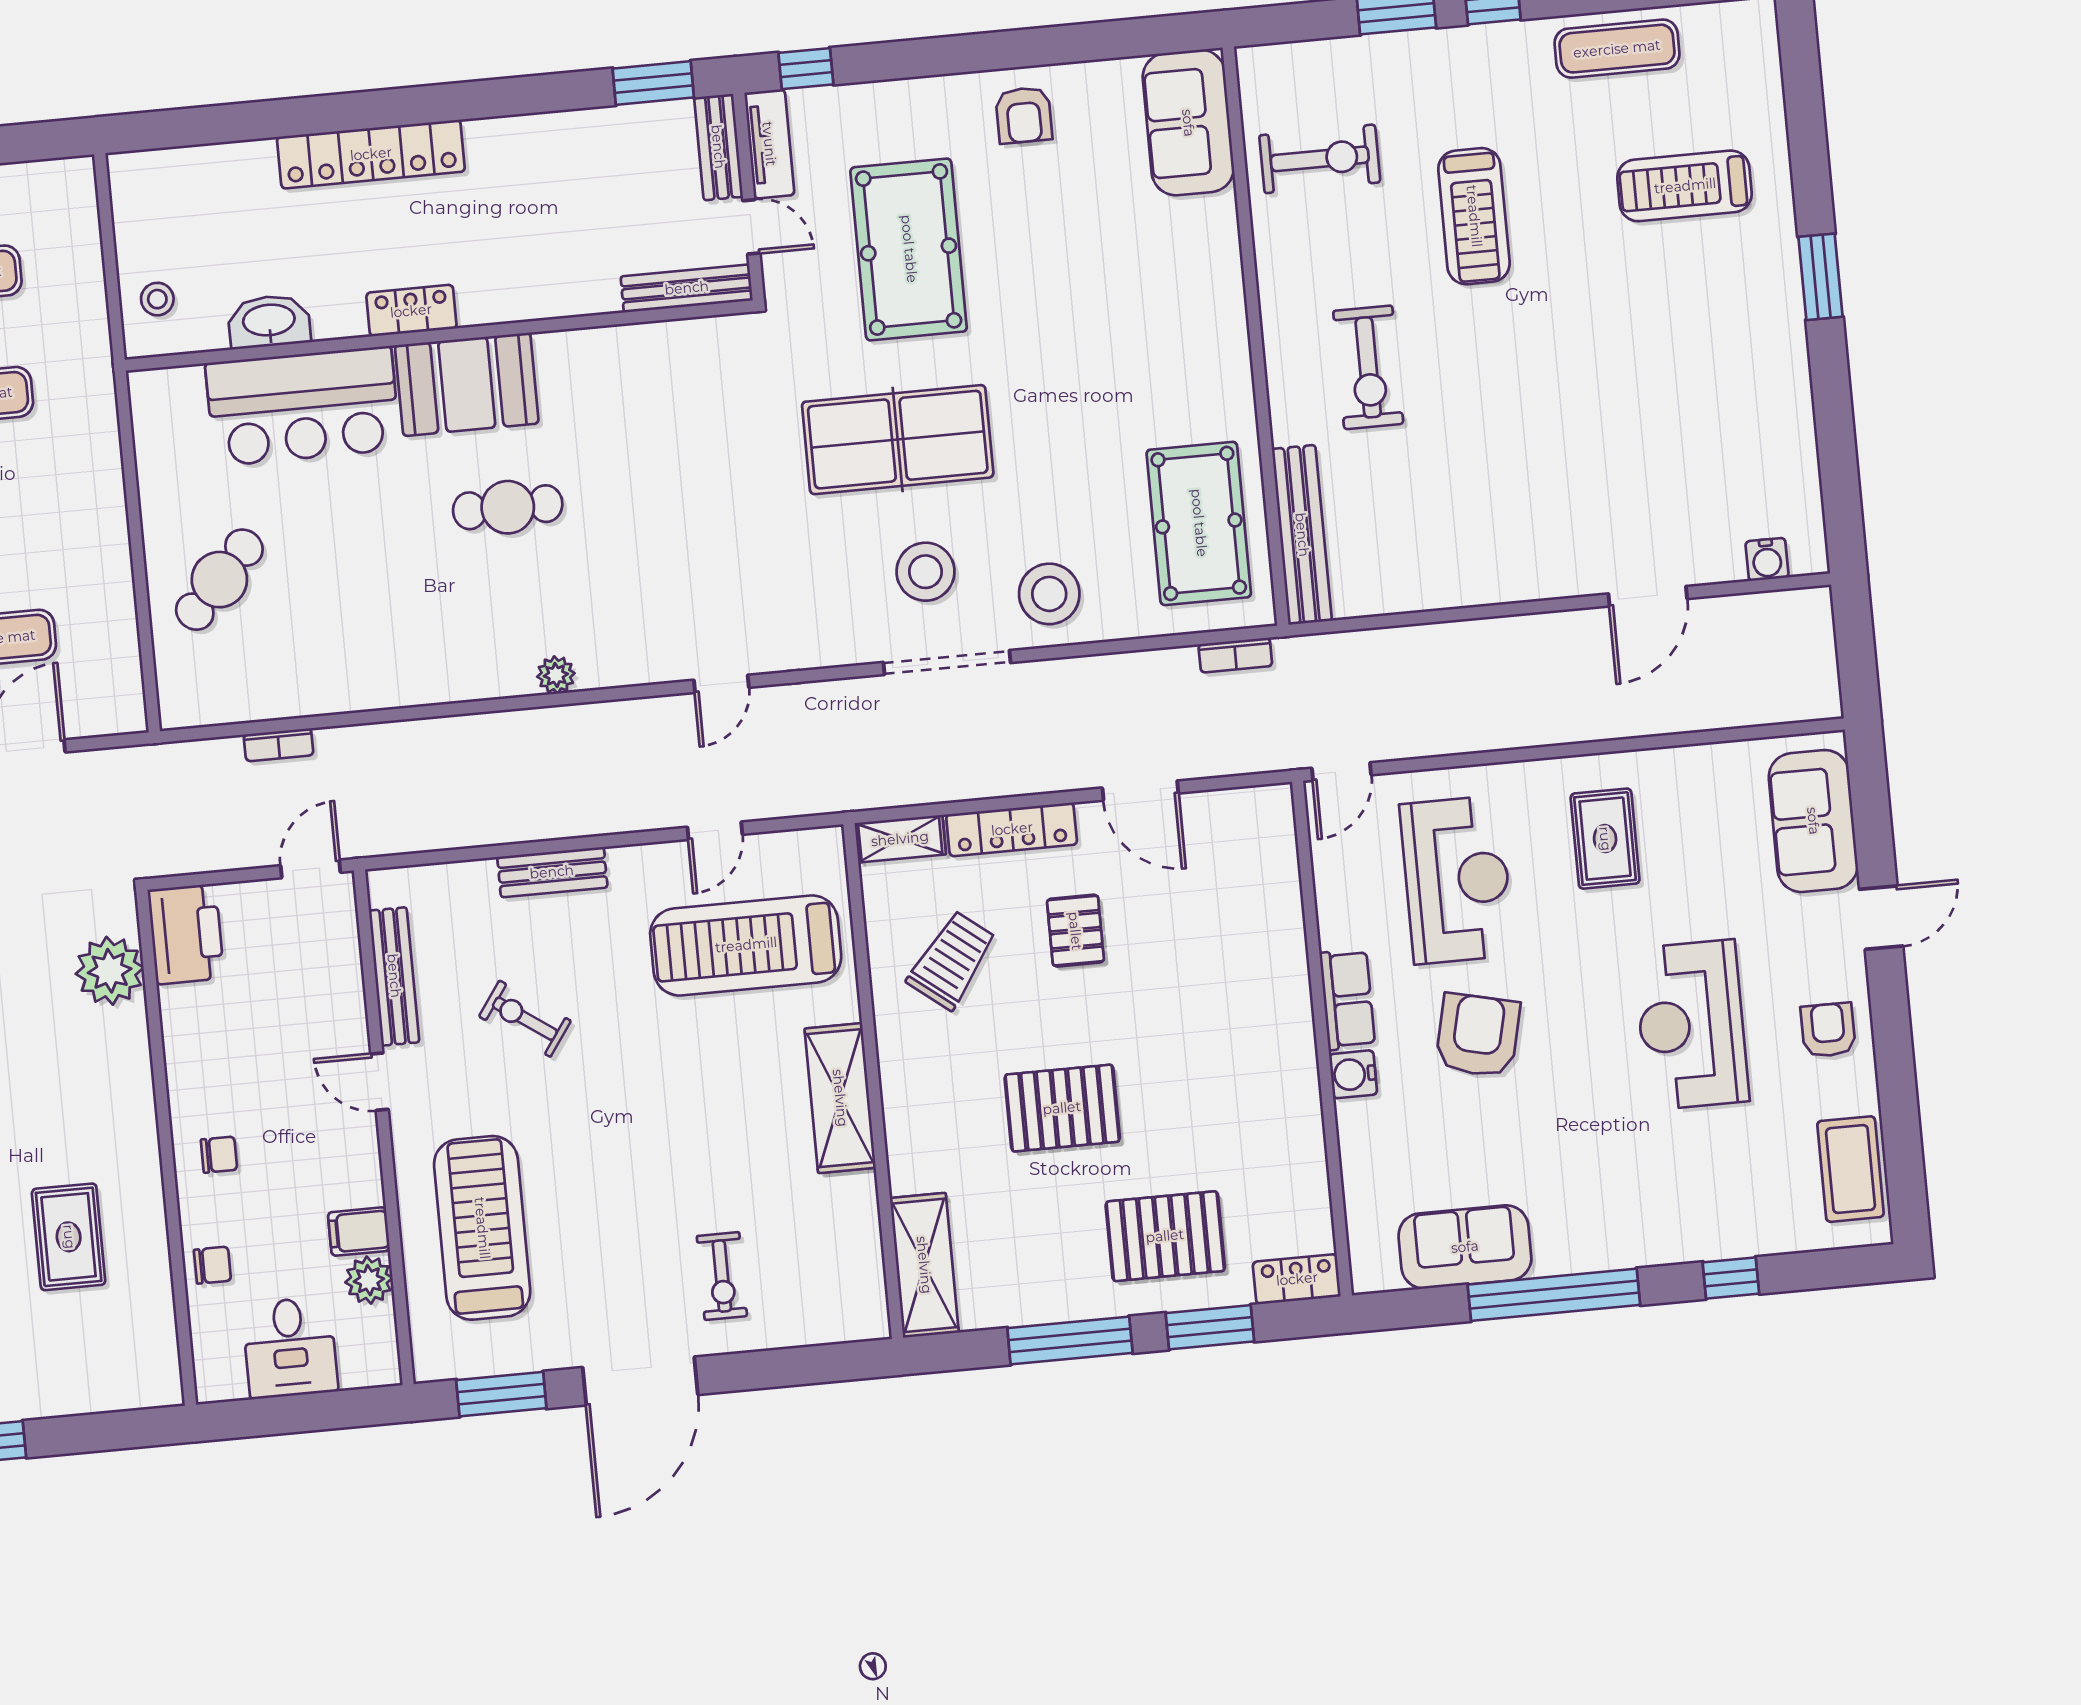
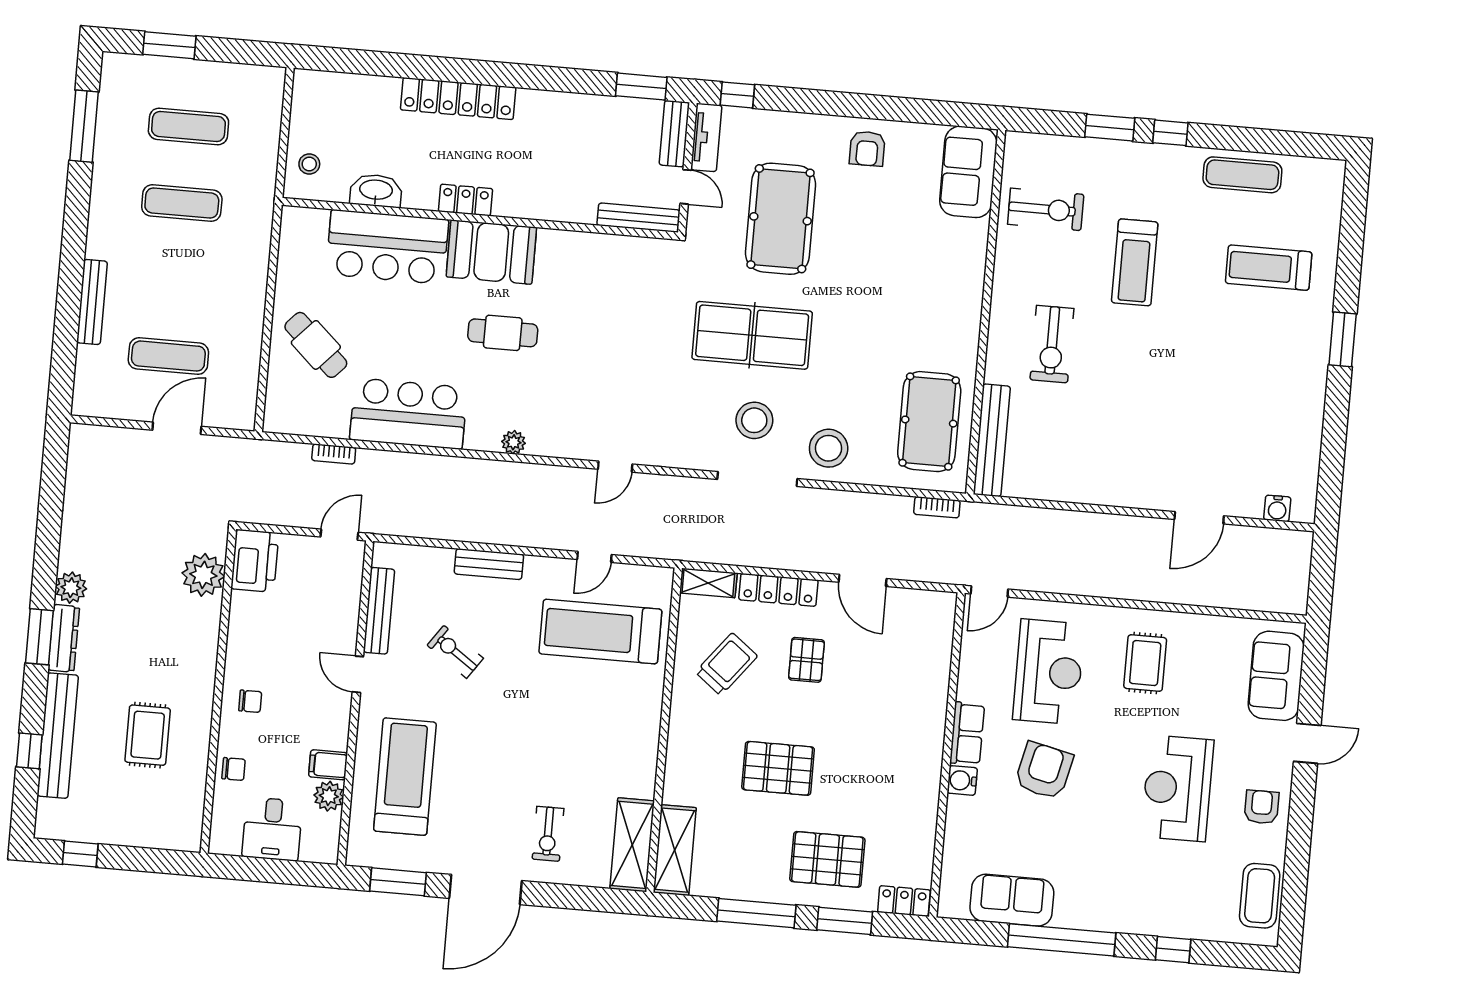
cafe table: (219, 580) -> (316, 345), turned 90
bar counter: (384, 660) -> (408, 414), added
shelving: (840, 1098) -> (632, 845), moved

